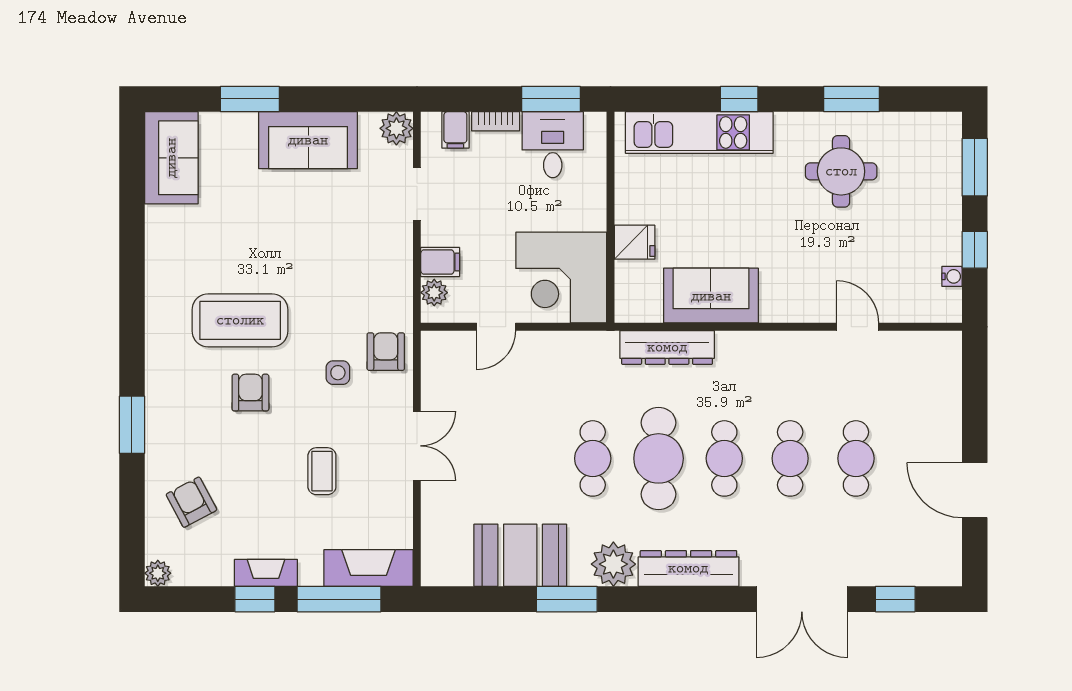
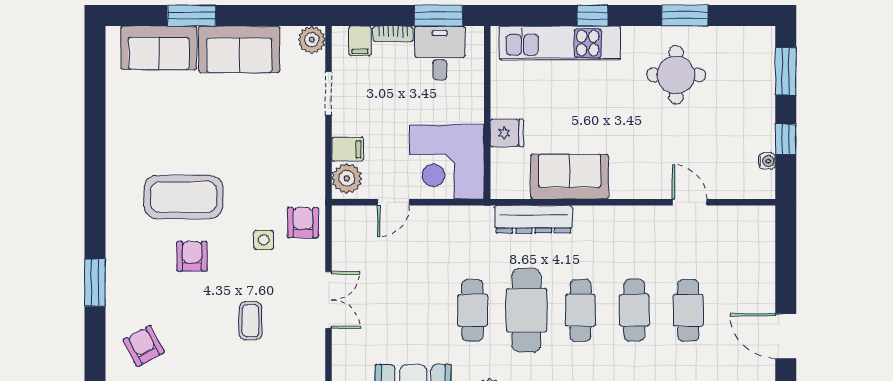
sofa: (171, 158) -> (159, 48), moved, turned 90
plant: (434, 293) -> (347, 178), width x1.38, depth x1.38

